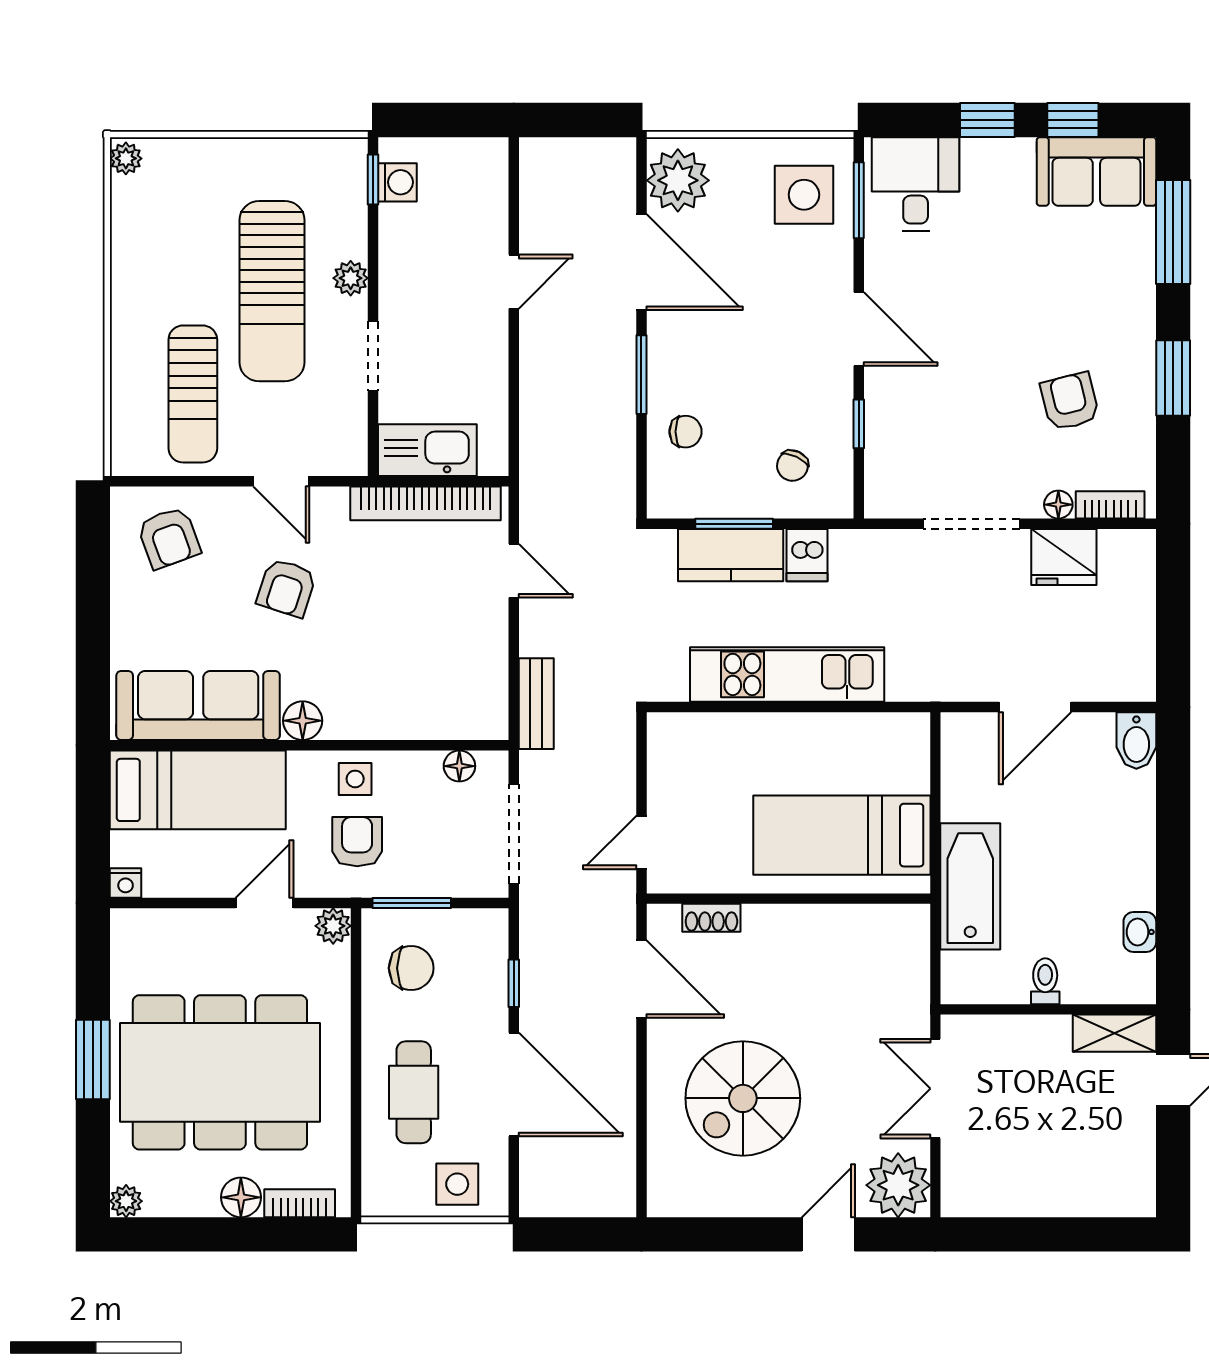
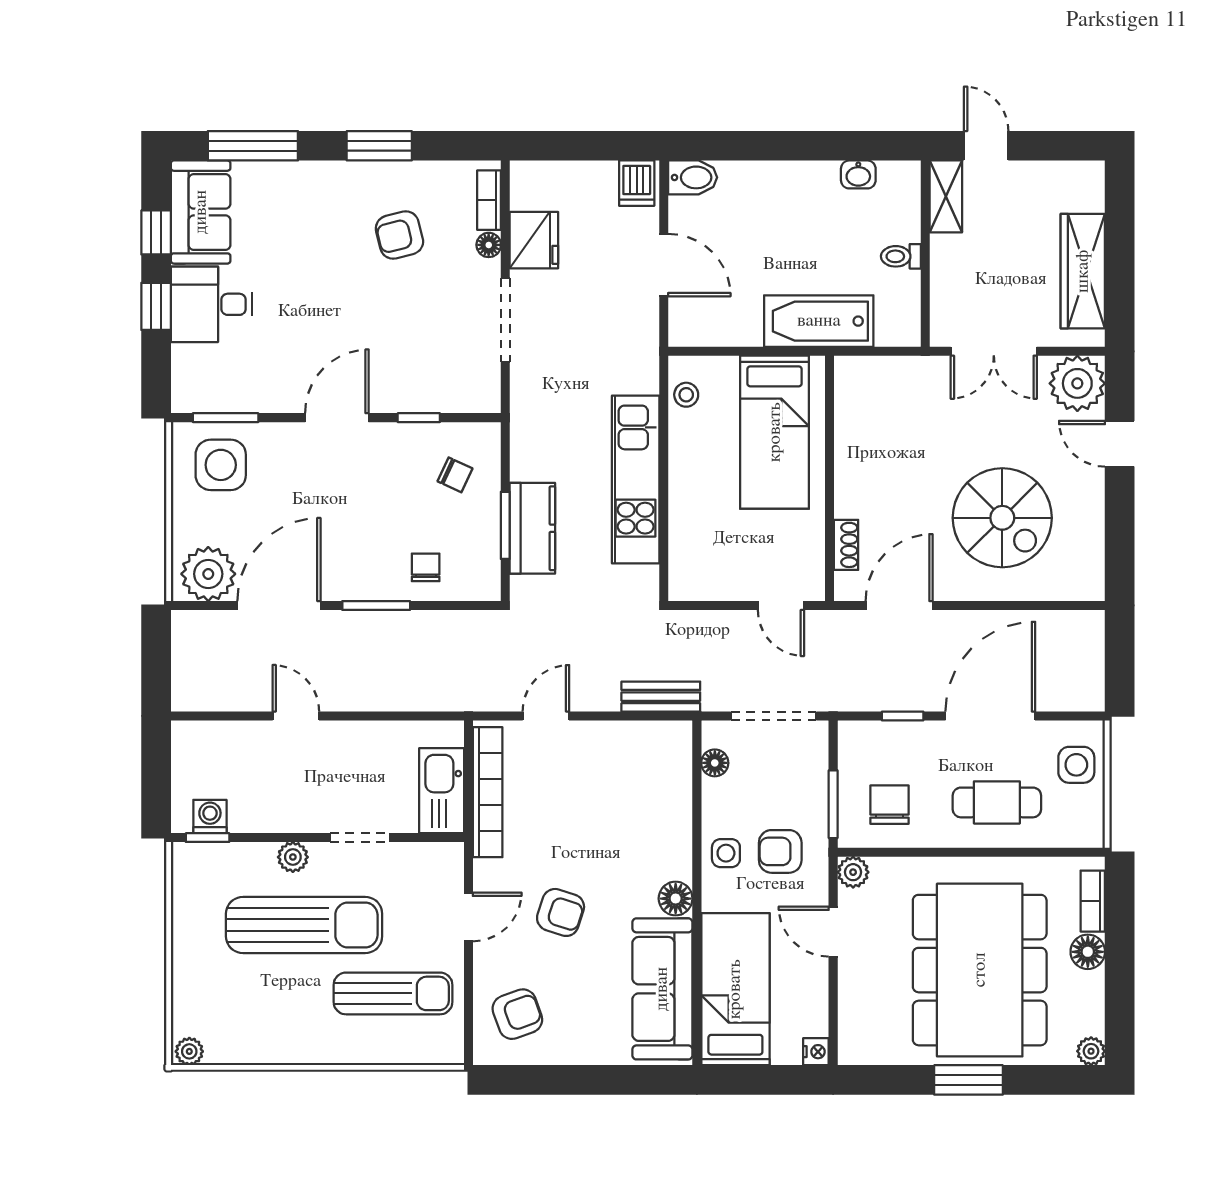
desk: (916, 184) -> (212, 304), moved
dishwasher: (807, 555) -> (637, 183), moved, turned 90
stool: (885, 733) -> (686, 395), added
wardrobe: (1028, 1192) -> (1083, 271), added

